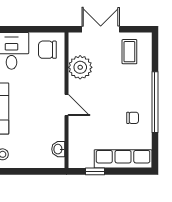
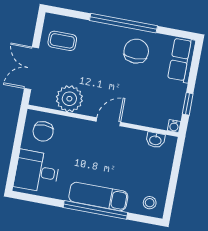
chair: (133, 118) -> (136, 51), width x1.87, depth x1.87
row of seats: (123, 159) -> (182, 60), width x0.68
water cooler: (73, 163) -> (174, 126), added

